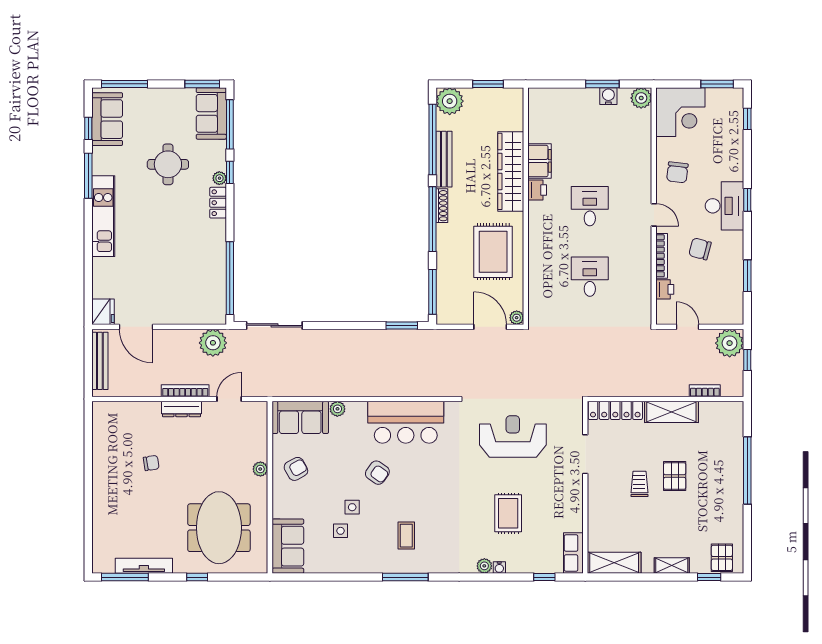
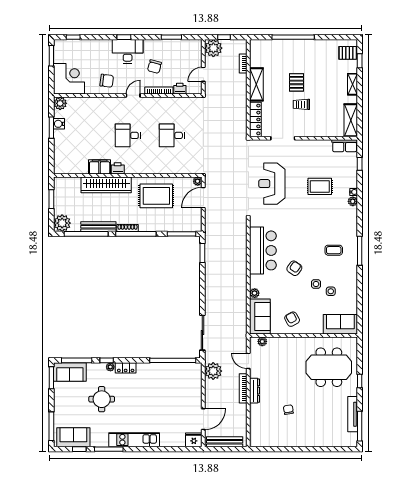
plant: (260, 469) -> (262, 341), moved
pallet: (675, 476) -> (297, 82), turned 90

